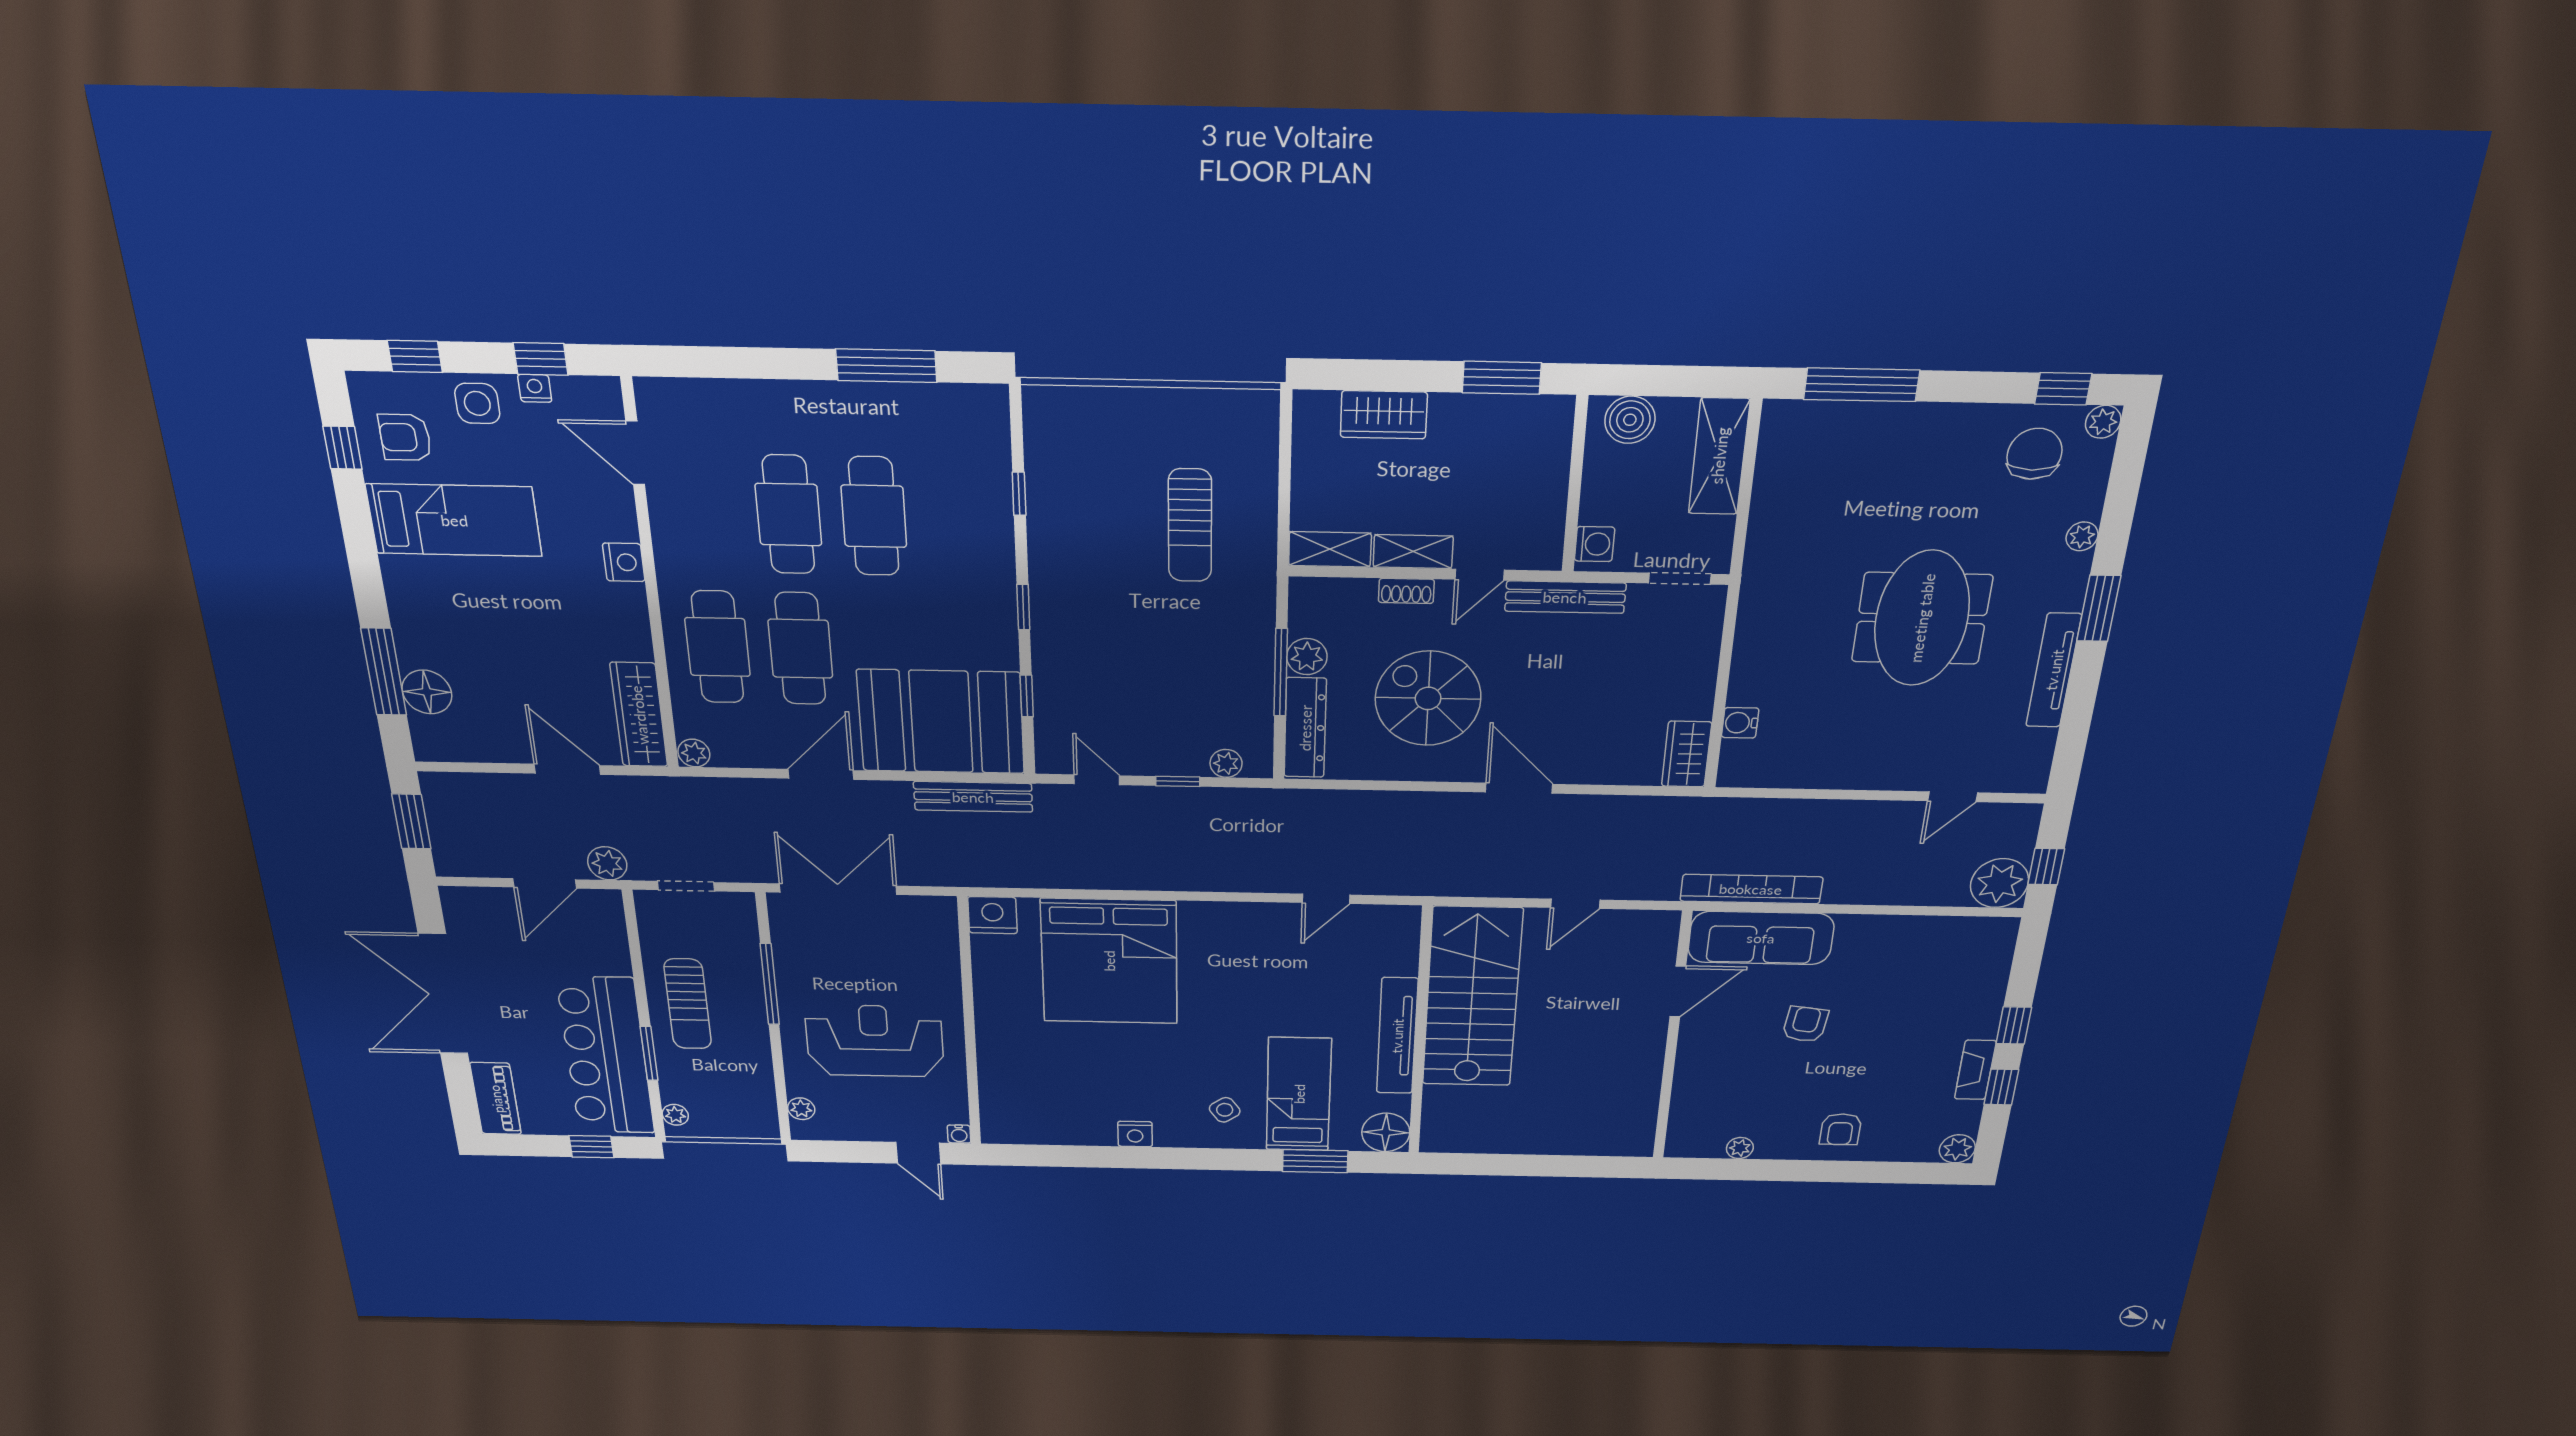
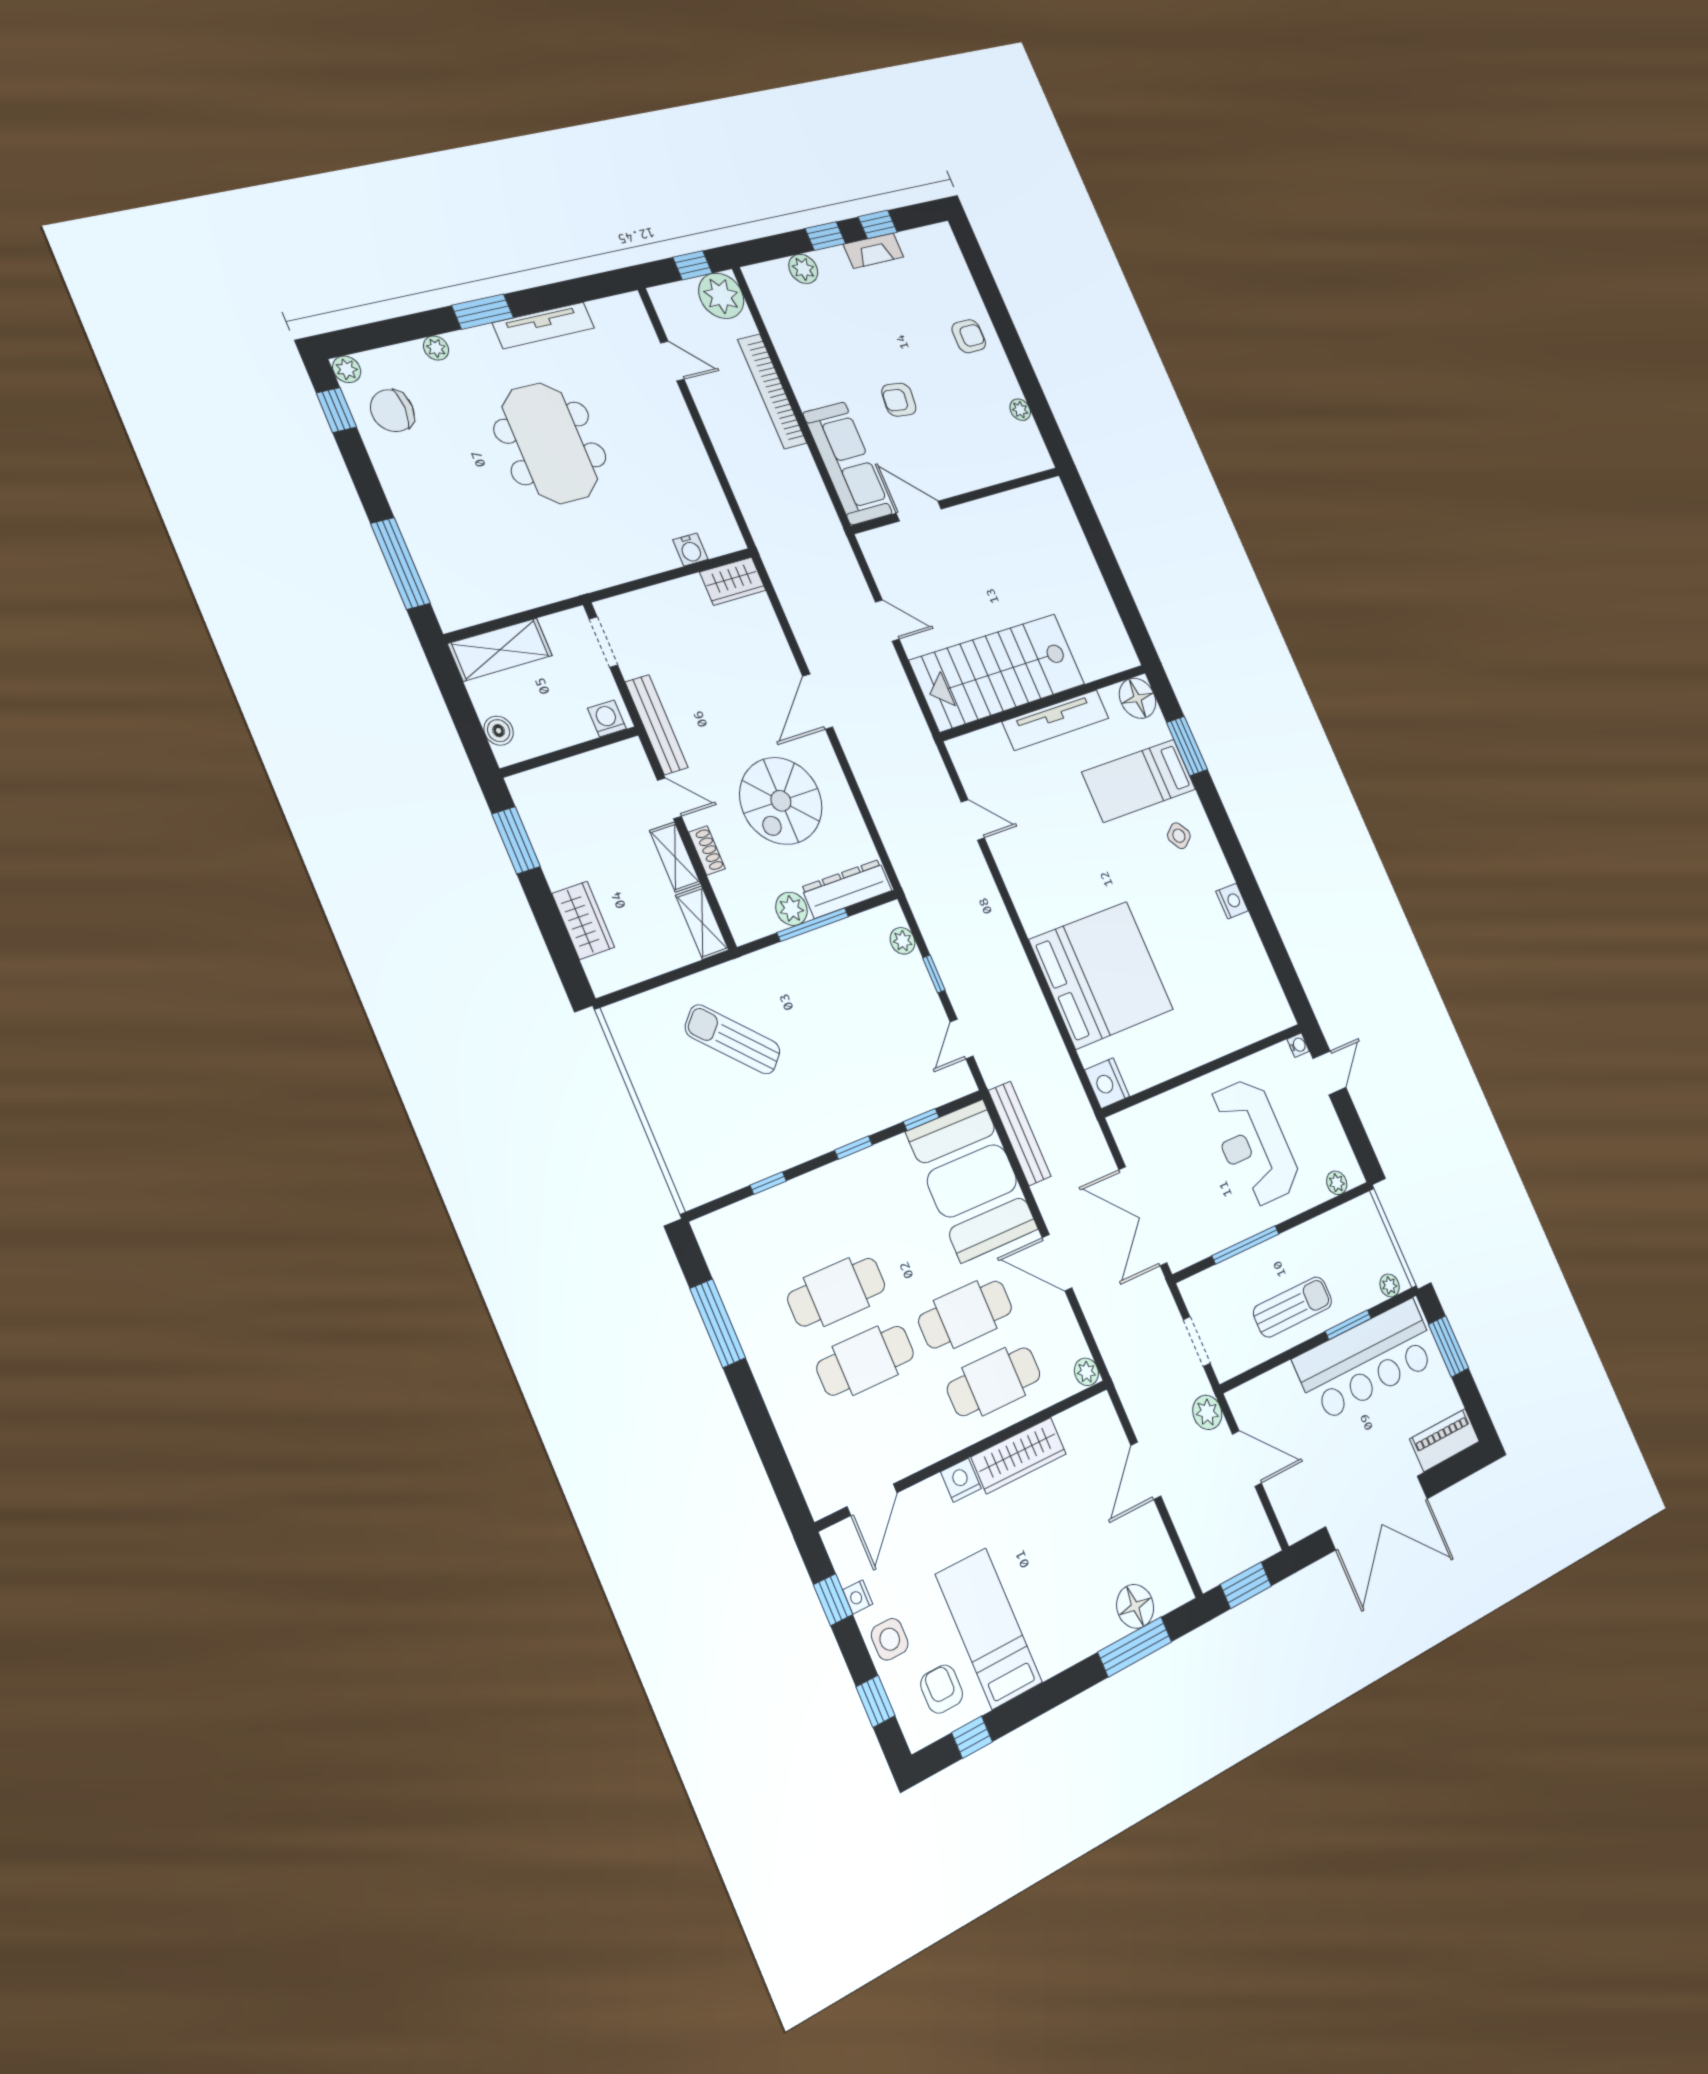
boiler: (1630, 420) -> (499, 731), width x0.73, depth x0.73
armchair: (405, 437) -> (942, 1689), turned 180
sun lounger: (1190, 525) -> (733, 1039), turned -135
meeting table: (1922, 618) -> (550, 443), turned 90
wardrobe: (639, 715) -> (1019, 1455), moved
bookcase: (1751, 889) -> (772, 391), moved
window: (591, 1147) -> (1448, 1346), width x1.50
plant: (1957, 1149) -> (803, 269), moved

